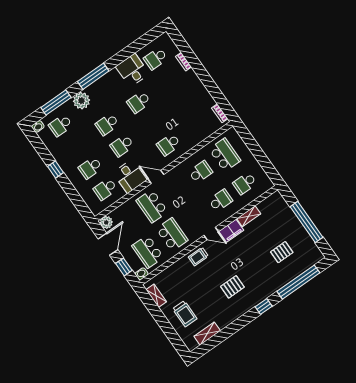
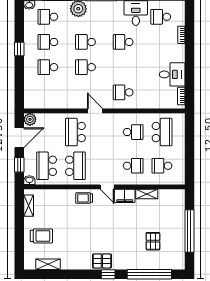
desk: (130, 176) -> (172, 74), moved, turned -90
school desk: (105, 189) -> (48, 42), moved
pallet: (282, 252) -> (153, 241), turned 90
pallet: (232, 287) -> (102, 261), moved
trolley: (185, 314) -> (41, 236), turned -90

